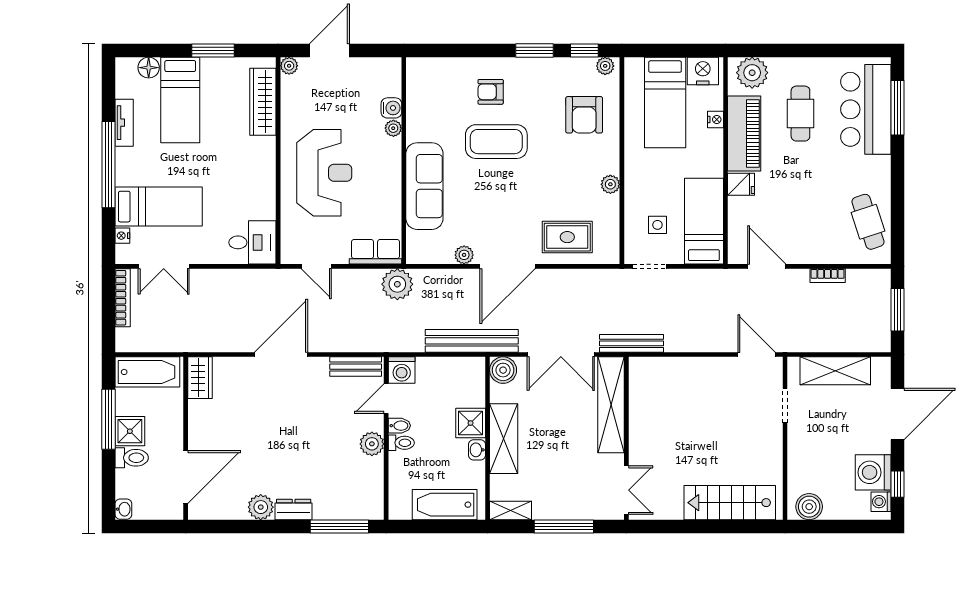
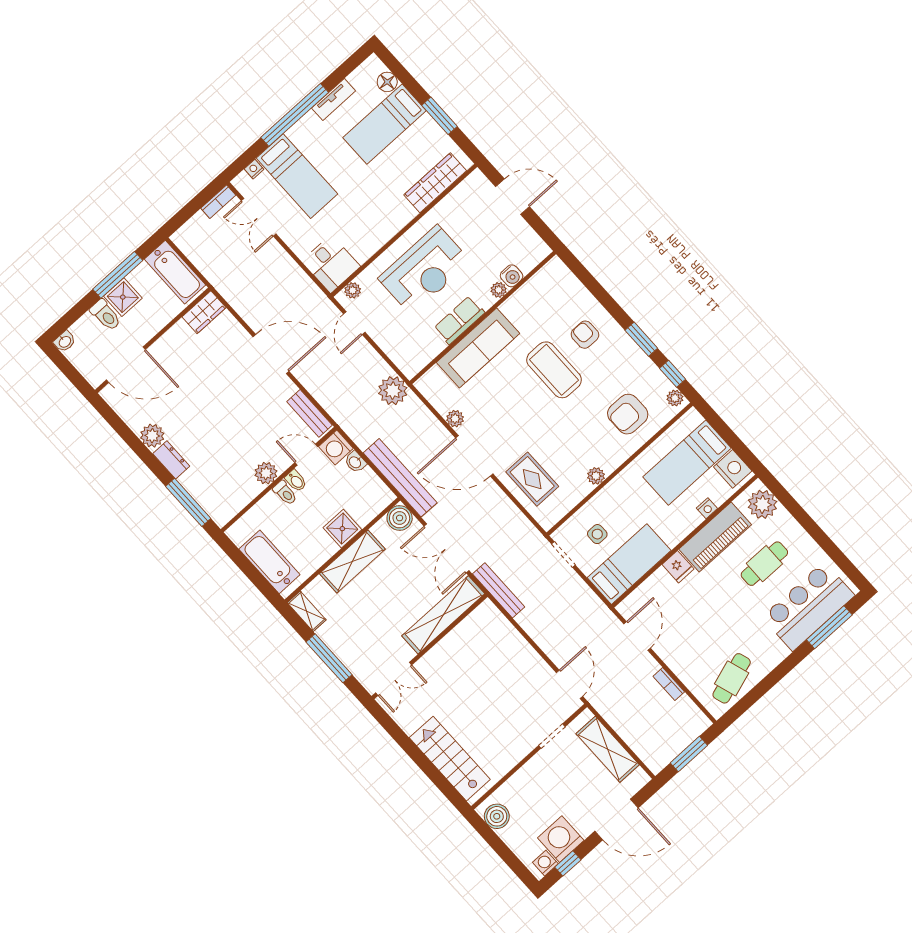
plant: (289, 66) -> (353, 290), moved
row of seats: (376, 252) -> (459, 320), moved, turned -90
bookcase: (123, 298) -> (218, 202), width x0.64
washbasin: (477, 450) -> (355, 462), moved, turned -90

